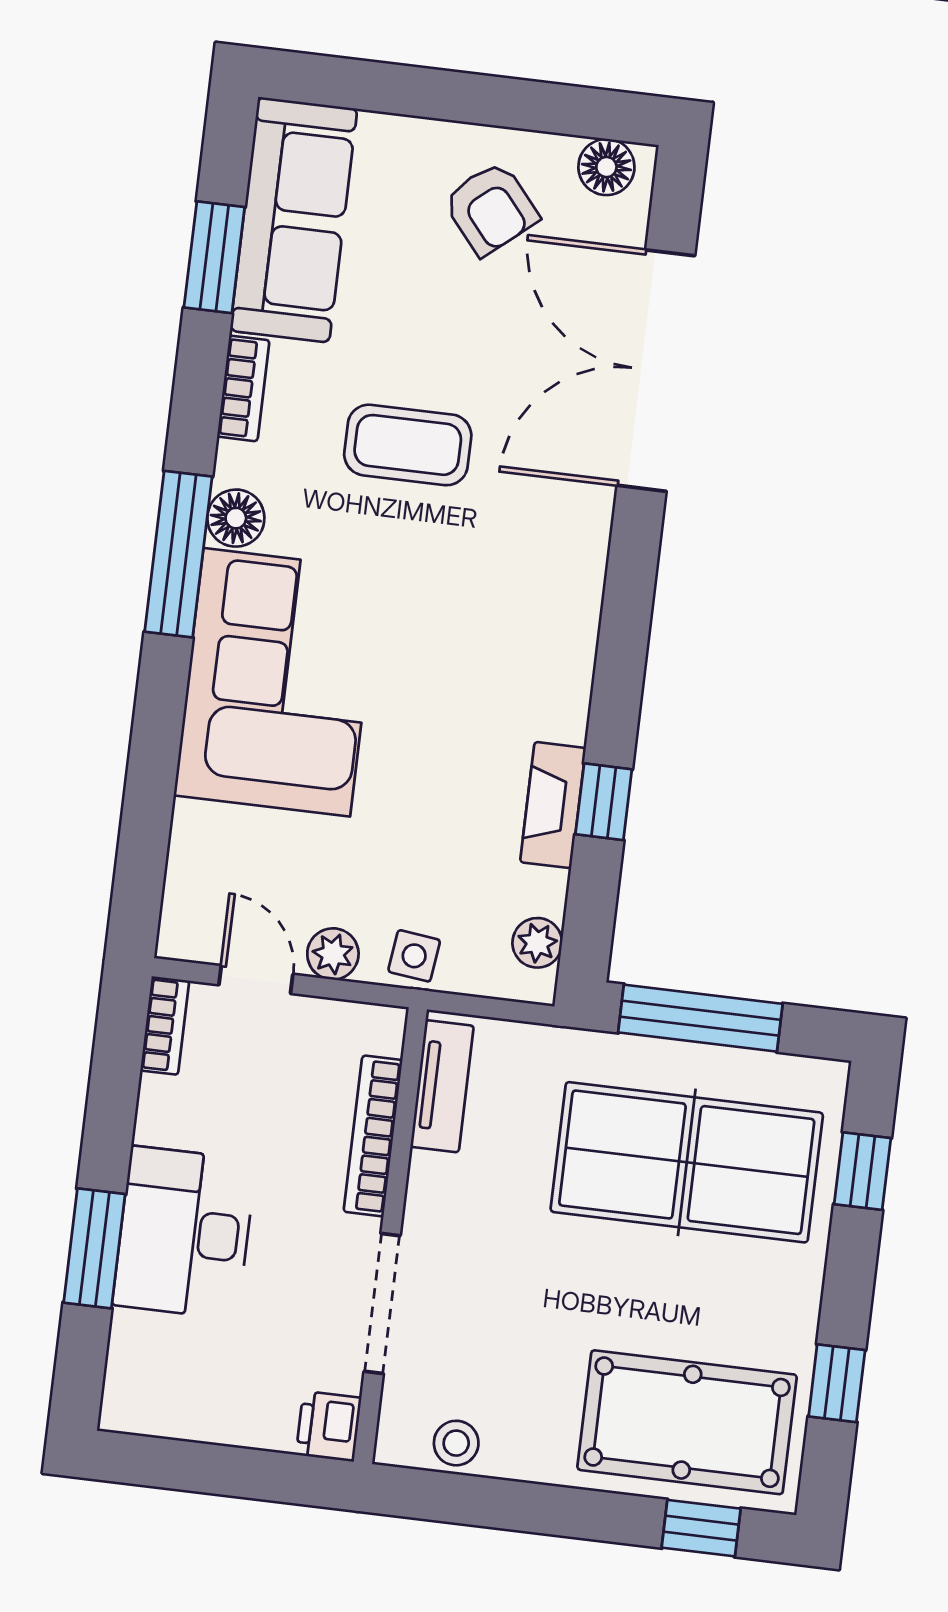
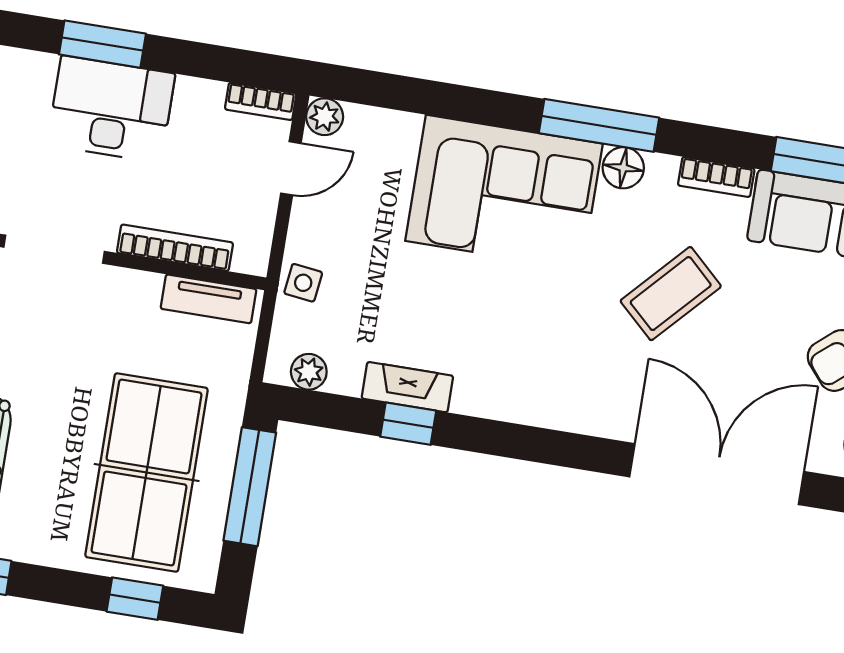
coffee table: (408, 445) -> (671, 294), turned 43
plant: (333, 954) -> (325, 117), moved

